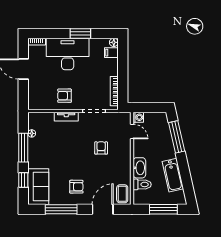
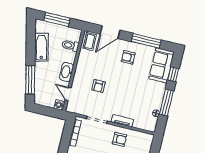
washbasin: (139, 168) -> (66, 72), moved

